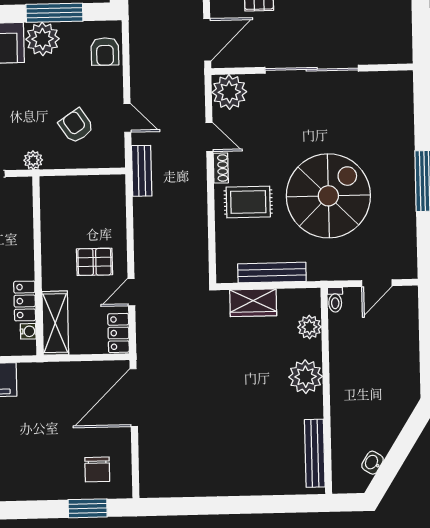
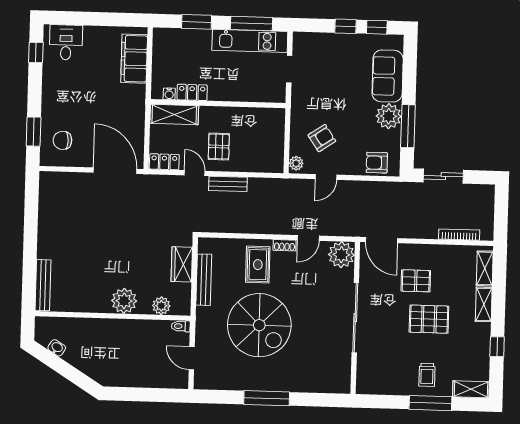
plant: (33, 160) -> (296, 163), moved
bench: (142, 171) -> (228, 184), moved
bench: (315, 453) -> (43, 285), moved, turned 90

